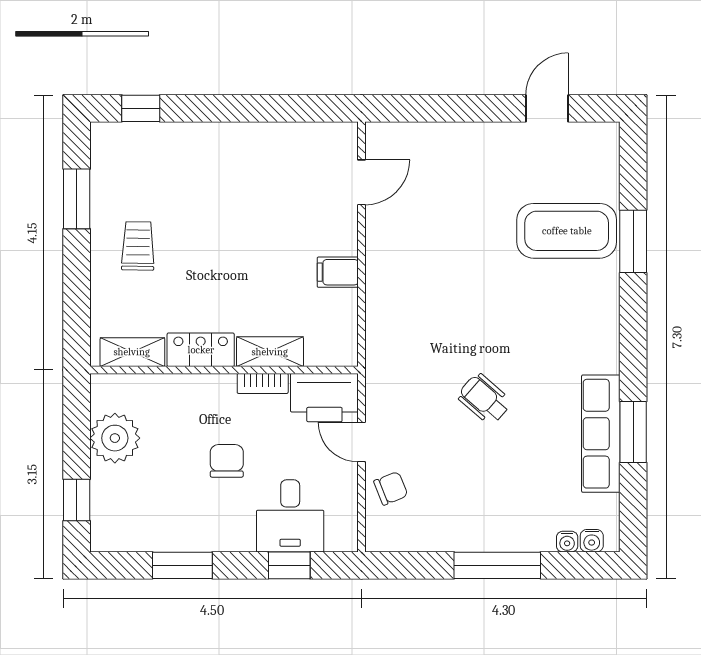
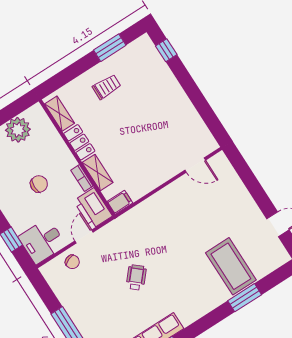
filing cabinet: (338, 272) -> (120, 202), moved, turned 90
desk: (290, 516) -> (42, 241), moved

